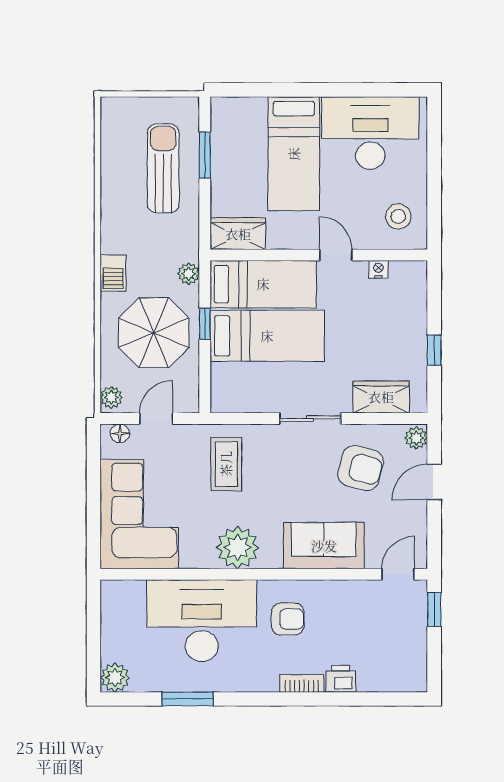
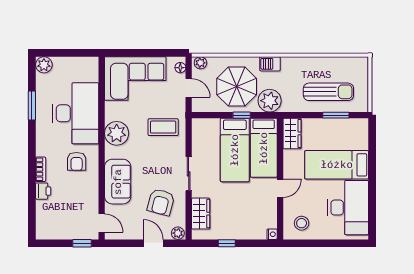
nightstand: (378, 269) -> (272, 234), moved
plant: (189, 274) -> (270, 101), width x1.88, depth x1.88

